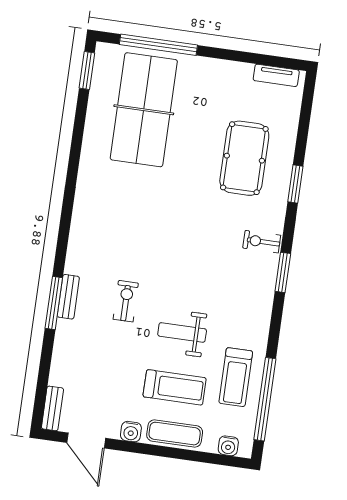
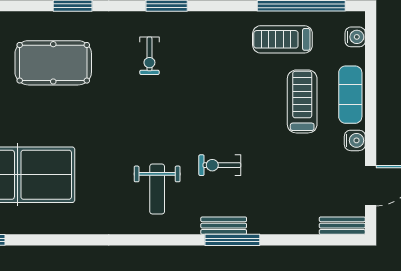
exercise bike: (262, 242) -> (149, 56), moved
weight bench: (182, 332) -> (157, 189), moved
treadmill: (236, 377) -> (282, 39), turned 180

